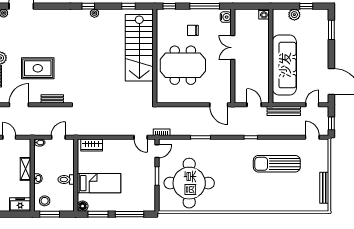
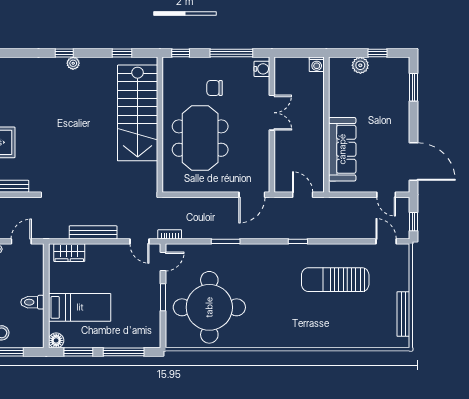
double door: (233, 48) -> (272, 113), swing flipped
meeting table: (183, 65) -> (200, 138), turned 90
sofa: (284, 65) -> (342, 149), width x0.74, depth x0.79
door: (219, 105) -> (252, 195), hinge flipped
door: (312, 105) -> (386, 195), swing flipped
bench: (284, 111) -> (93, 232), moved

